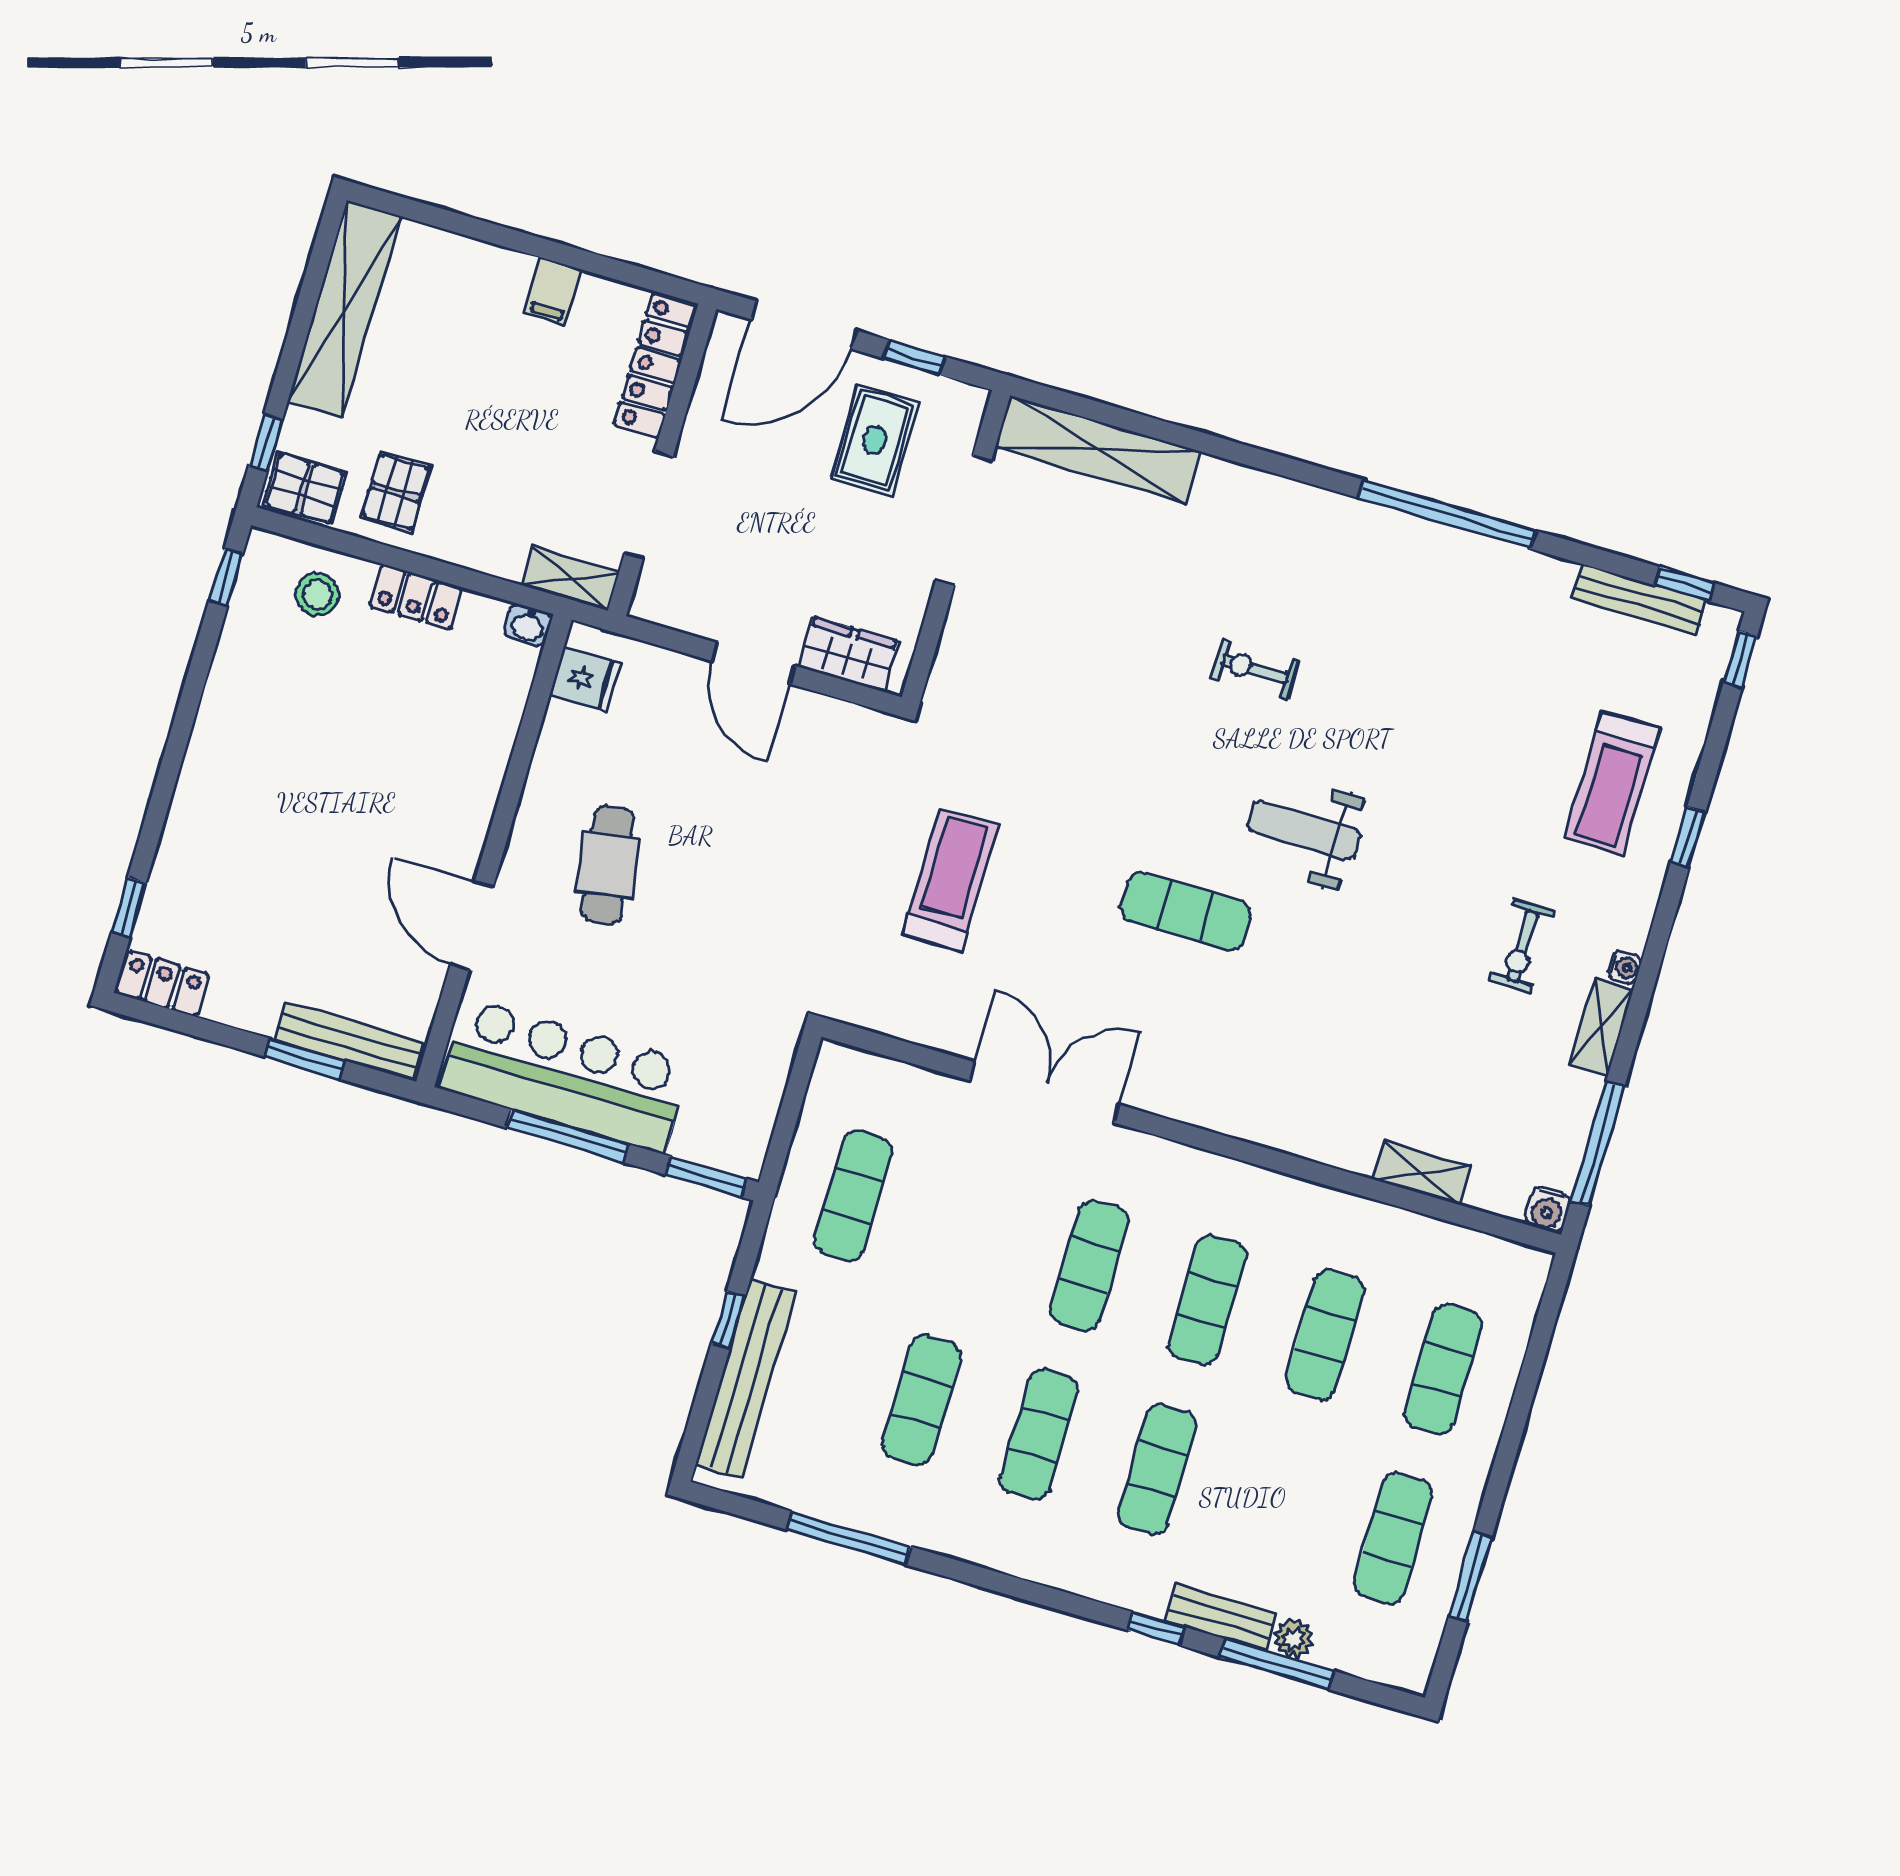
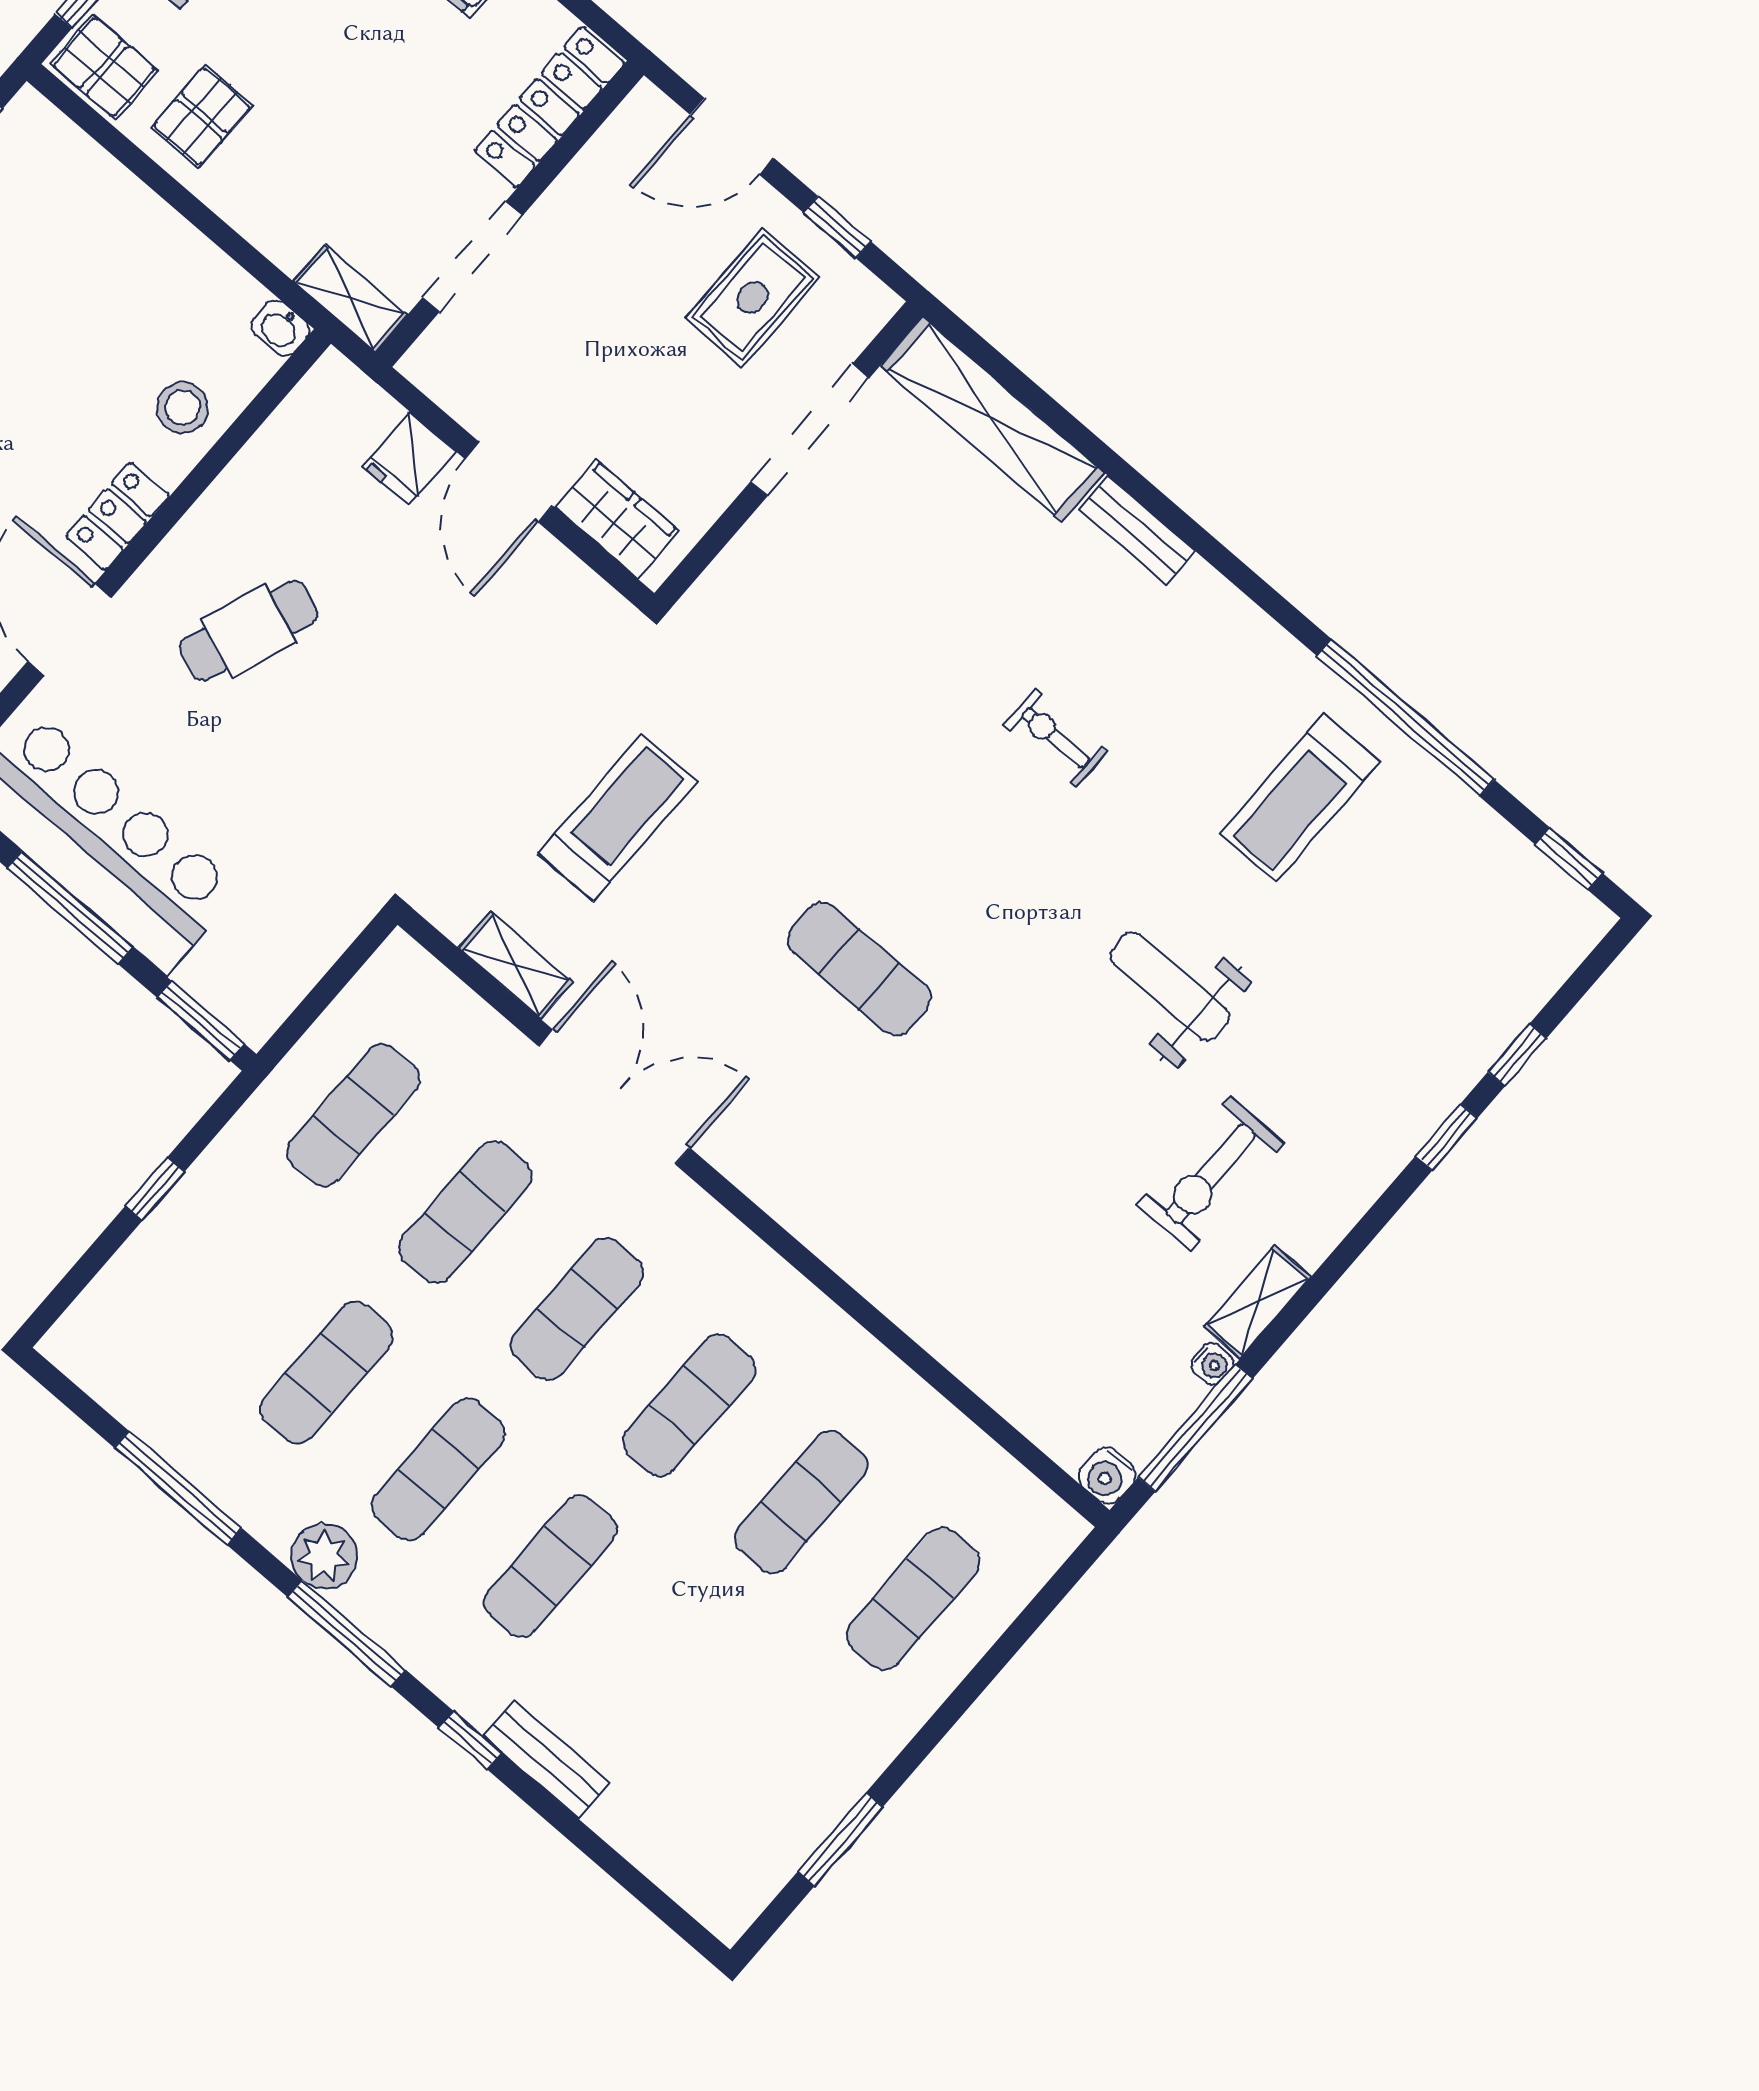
door: (804, 325) -> (732, 136), width x0.73
window: (1448, 515) -> (1406, 718), moved
stool: (317, 594) -> (183, 408), moved
locker: (416, 597) -> (117, 516), moved, turned 90
bench: (1639, 600) -> (1137, 530), moved, width x0.73
window: (1740, 659) -> (1517, 1055), moved
fridge: (585, 679) -> (409, 459), moved, turned 90
treadmill: (1613, 783) -> (1300, 798), moved
weight bench: (1304, 830) -> (1170, 986), moved
cafe table: (608, 865) -> (249, 631), turned 30
exercise bike: (1522, 946) -> (1211, 1174), width x1.38, depth x1.39
water cooler: (1625, 967) -> (1212, 1364), moved
shelving: (1422, 1173) -> (516, 965), moved
bench: (746, 1379) -> (145, 1262), removed
exercise mat: (1393, 1539) -> (465, 1212), moved
plant: (1293, 1639) -> (324, 1556), moved, width x1.38, depth x1.38
window: (1277, 1664) -> (347, 1633), moved

